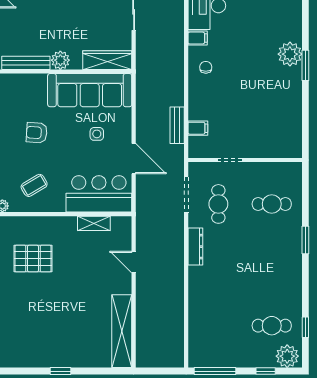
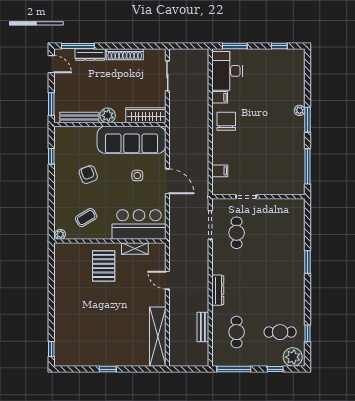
plant: (290, 54) -> (300, 110), width x0.53, depth x0.53
chair: (206, 67) -> (226, 121), width x1.87, depth x1.87
window: (305, 123) -> (308, 166), added
bench: (177, 125) -> (203, 327), moved
armchair: (37, 133) -> (88, 175), turned 65
door: (134, 159) -> (167, 181), moved
cafe table: (272, 204) -> (237, 332), moved, turned 90
dresser: (195, 247) -> (218, 290), moved
pallet: (33, 259) -> (104, 266), moved, turned 90

